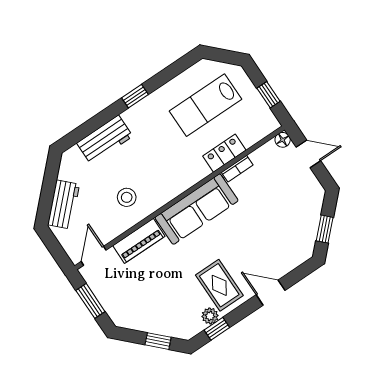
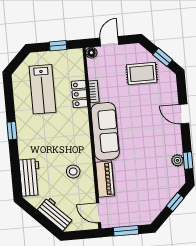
workbench: (105, 140) -> (30, 177), moved
rug: (219, 285) -> (142, 73), moved
door: (271, 293) -> (184, 114), hinge flipped

